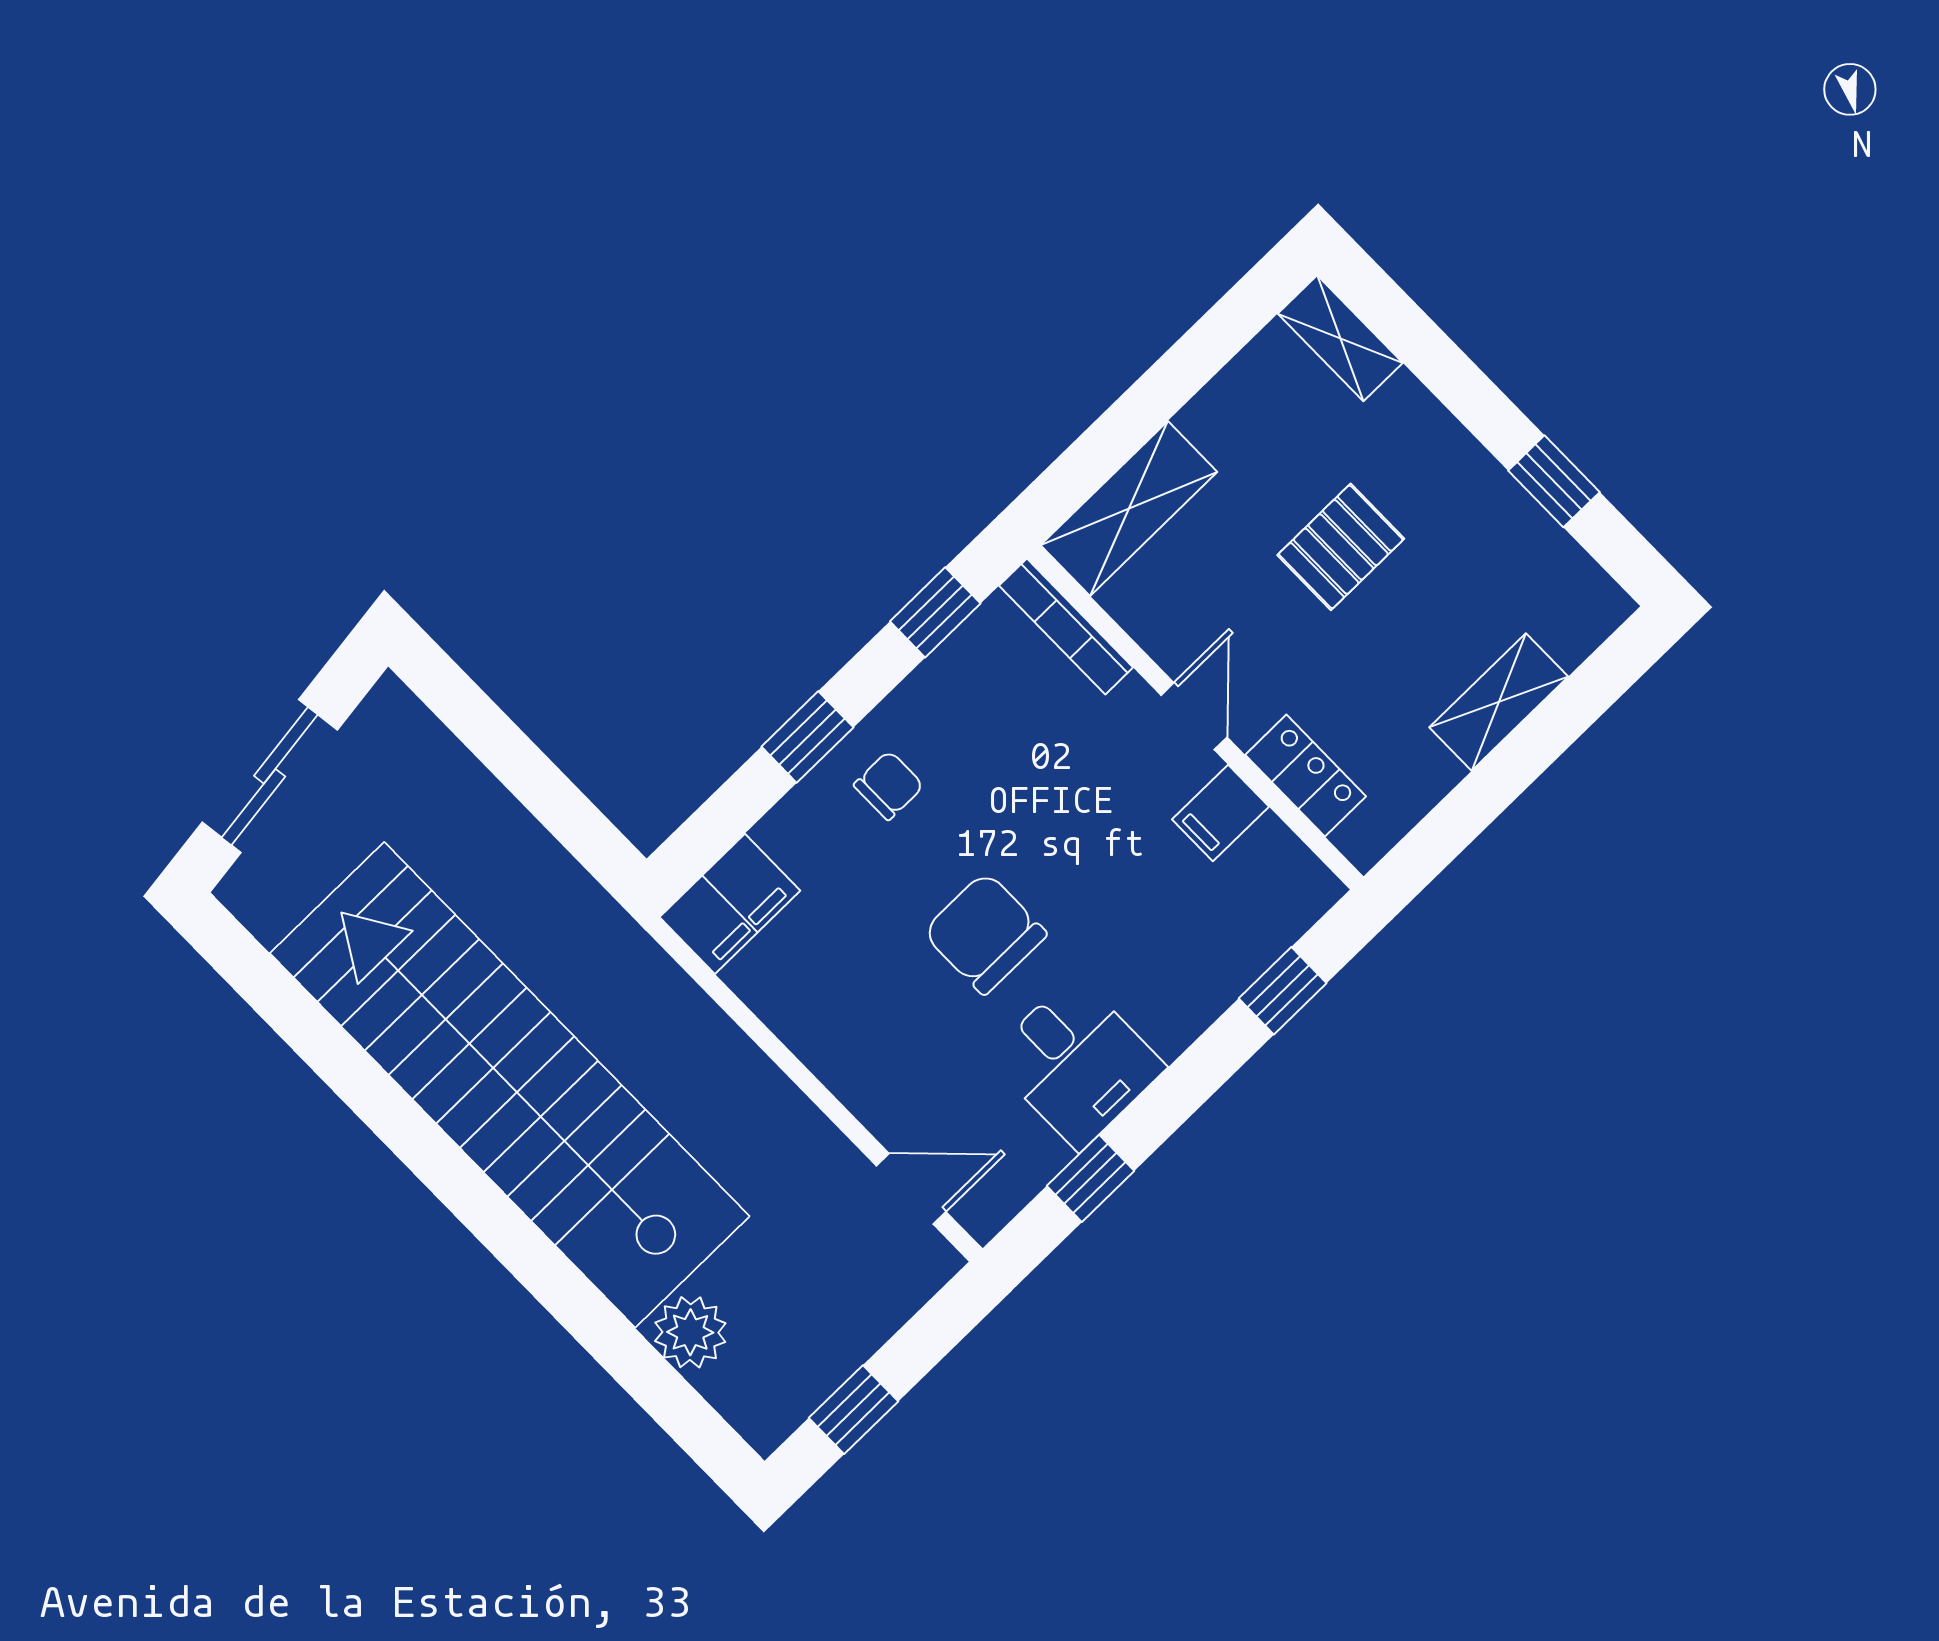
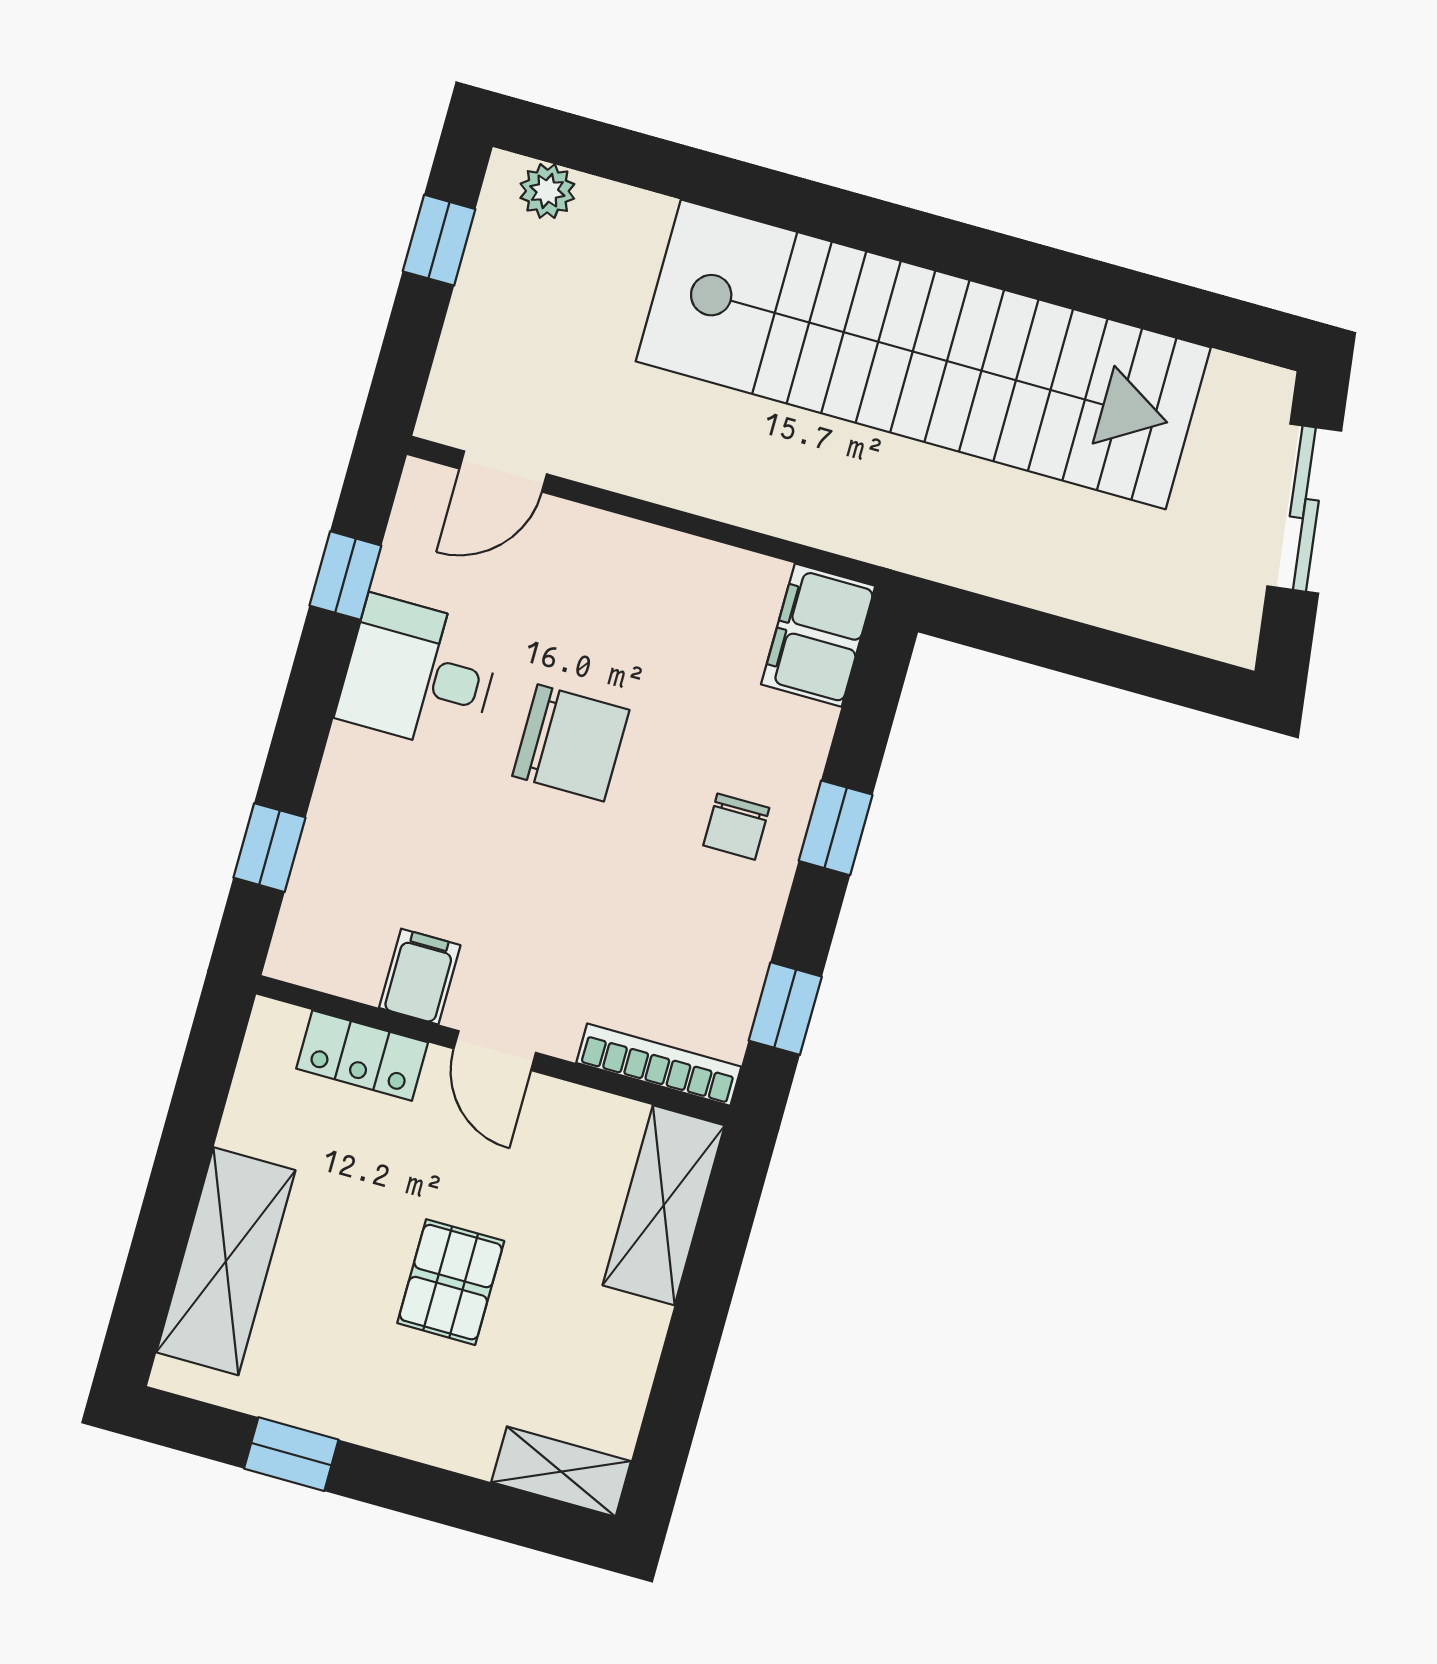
shelving: (1499, 702) -> (226, 1261), width x1.50, depth x1.33
plant: (690, 1332) -> (547, 191), moved, width x0.73, depth x0.73

